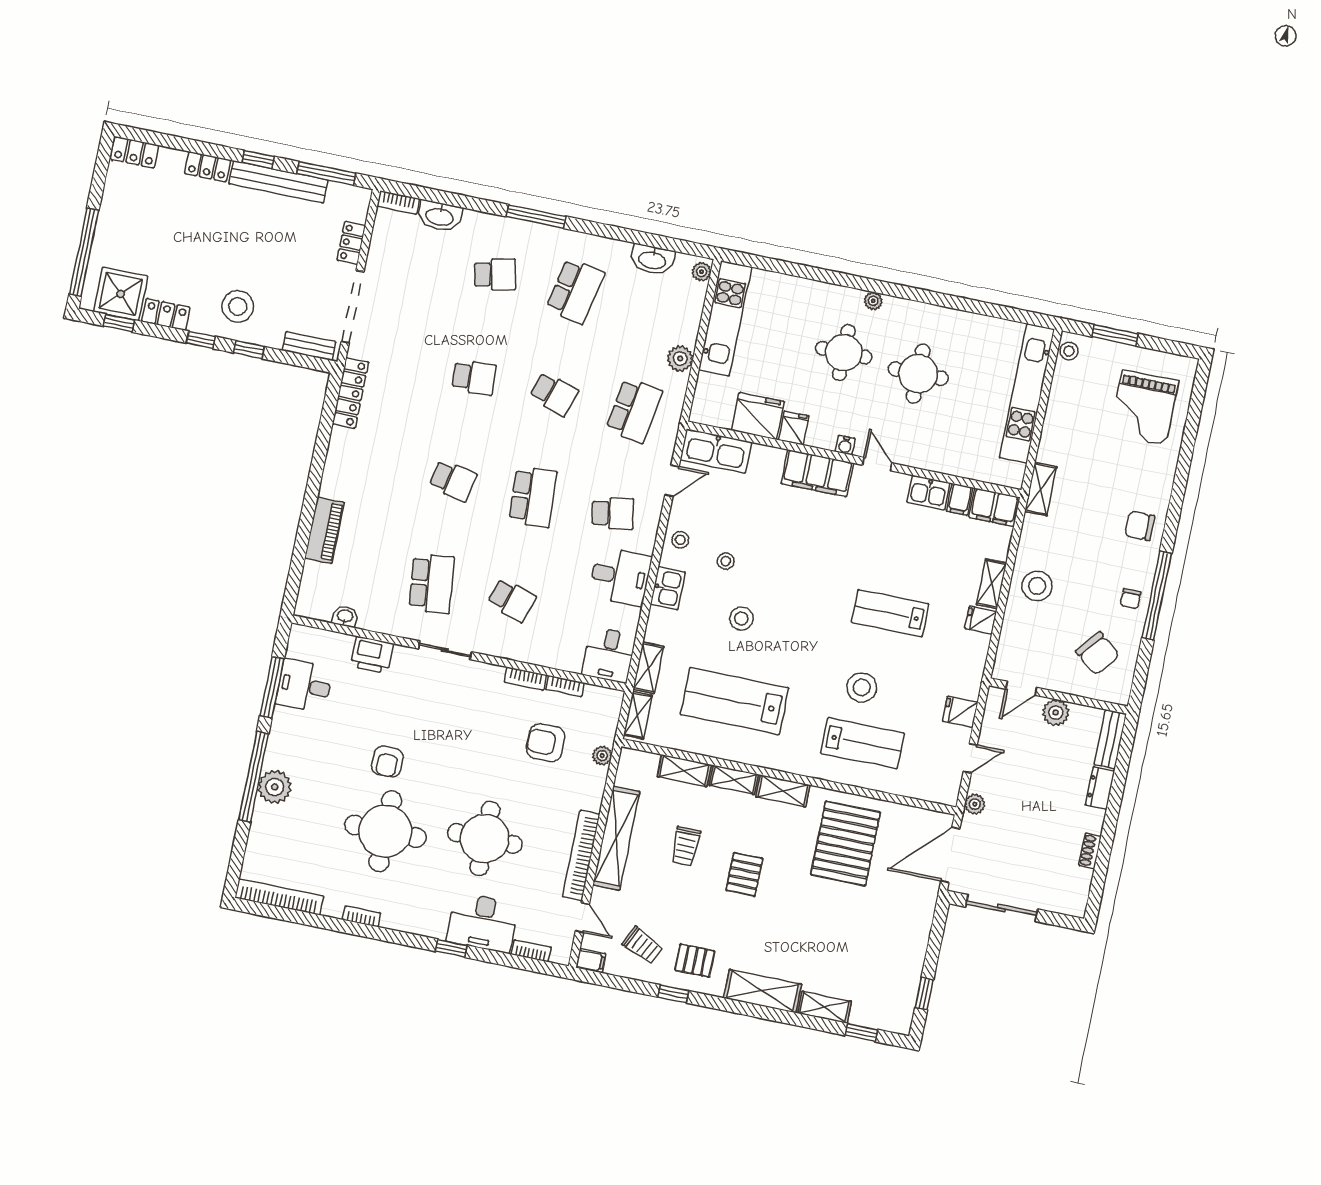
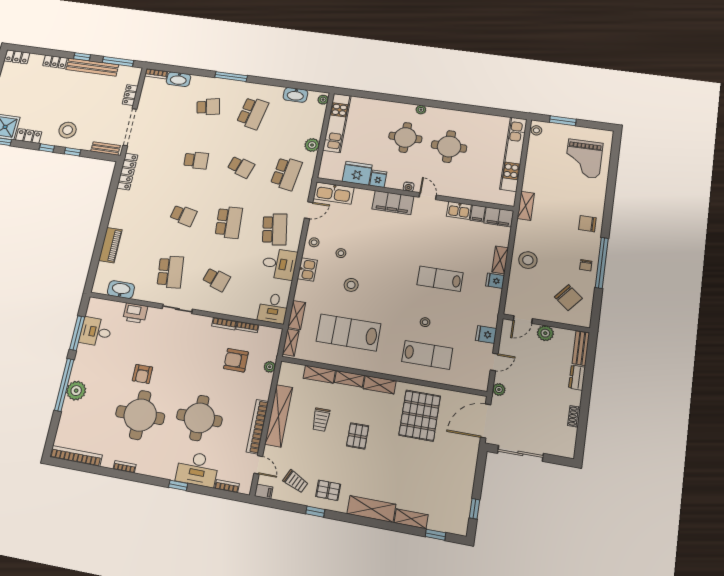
school desk: (613, 513) -> (275, 229), width x1.85
washbasin: (345, 616) -> (121, 290), width x1.91, depth x1.45
stool: (862, 688) -> (425, 322), width x0.53, depth x0.53

